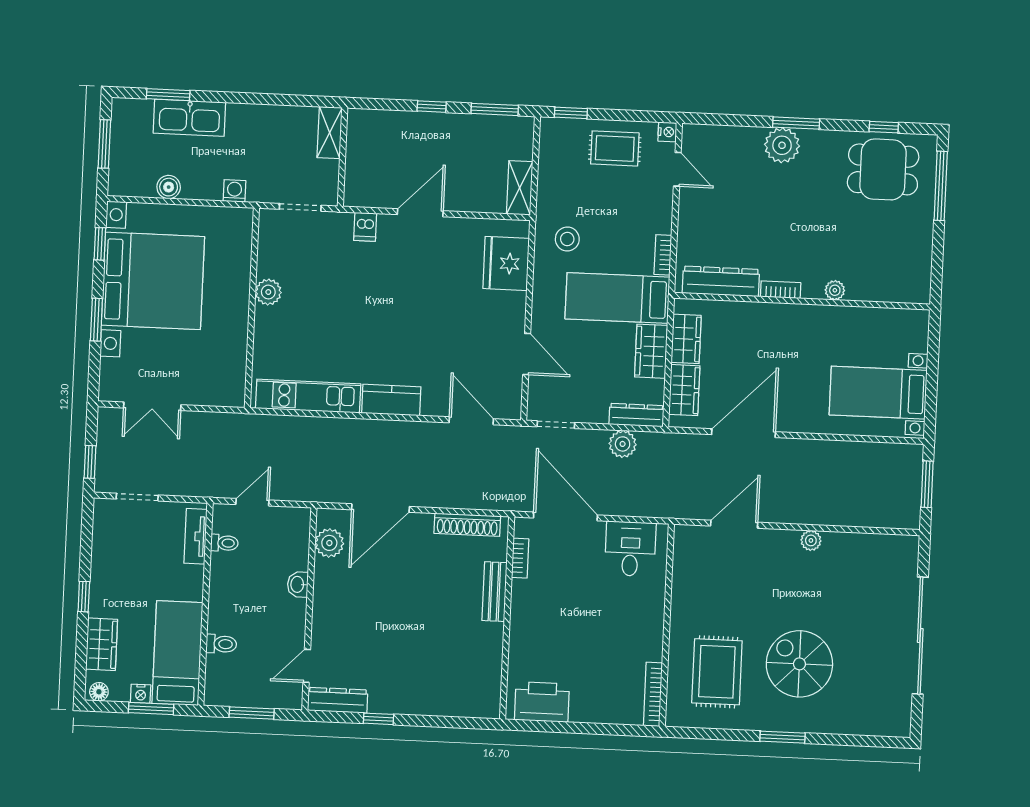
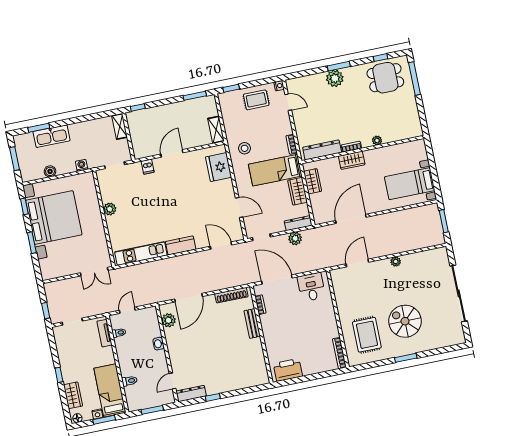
window: (432, 107) -> (138, 107), moved
wardrobe: (684, 390) -> (352, 160), moved, turned 90
double door: (152, 406) -> (94, 272), moved

